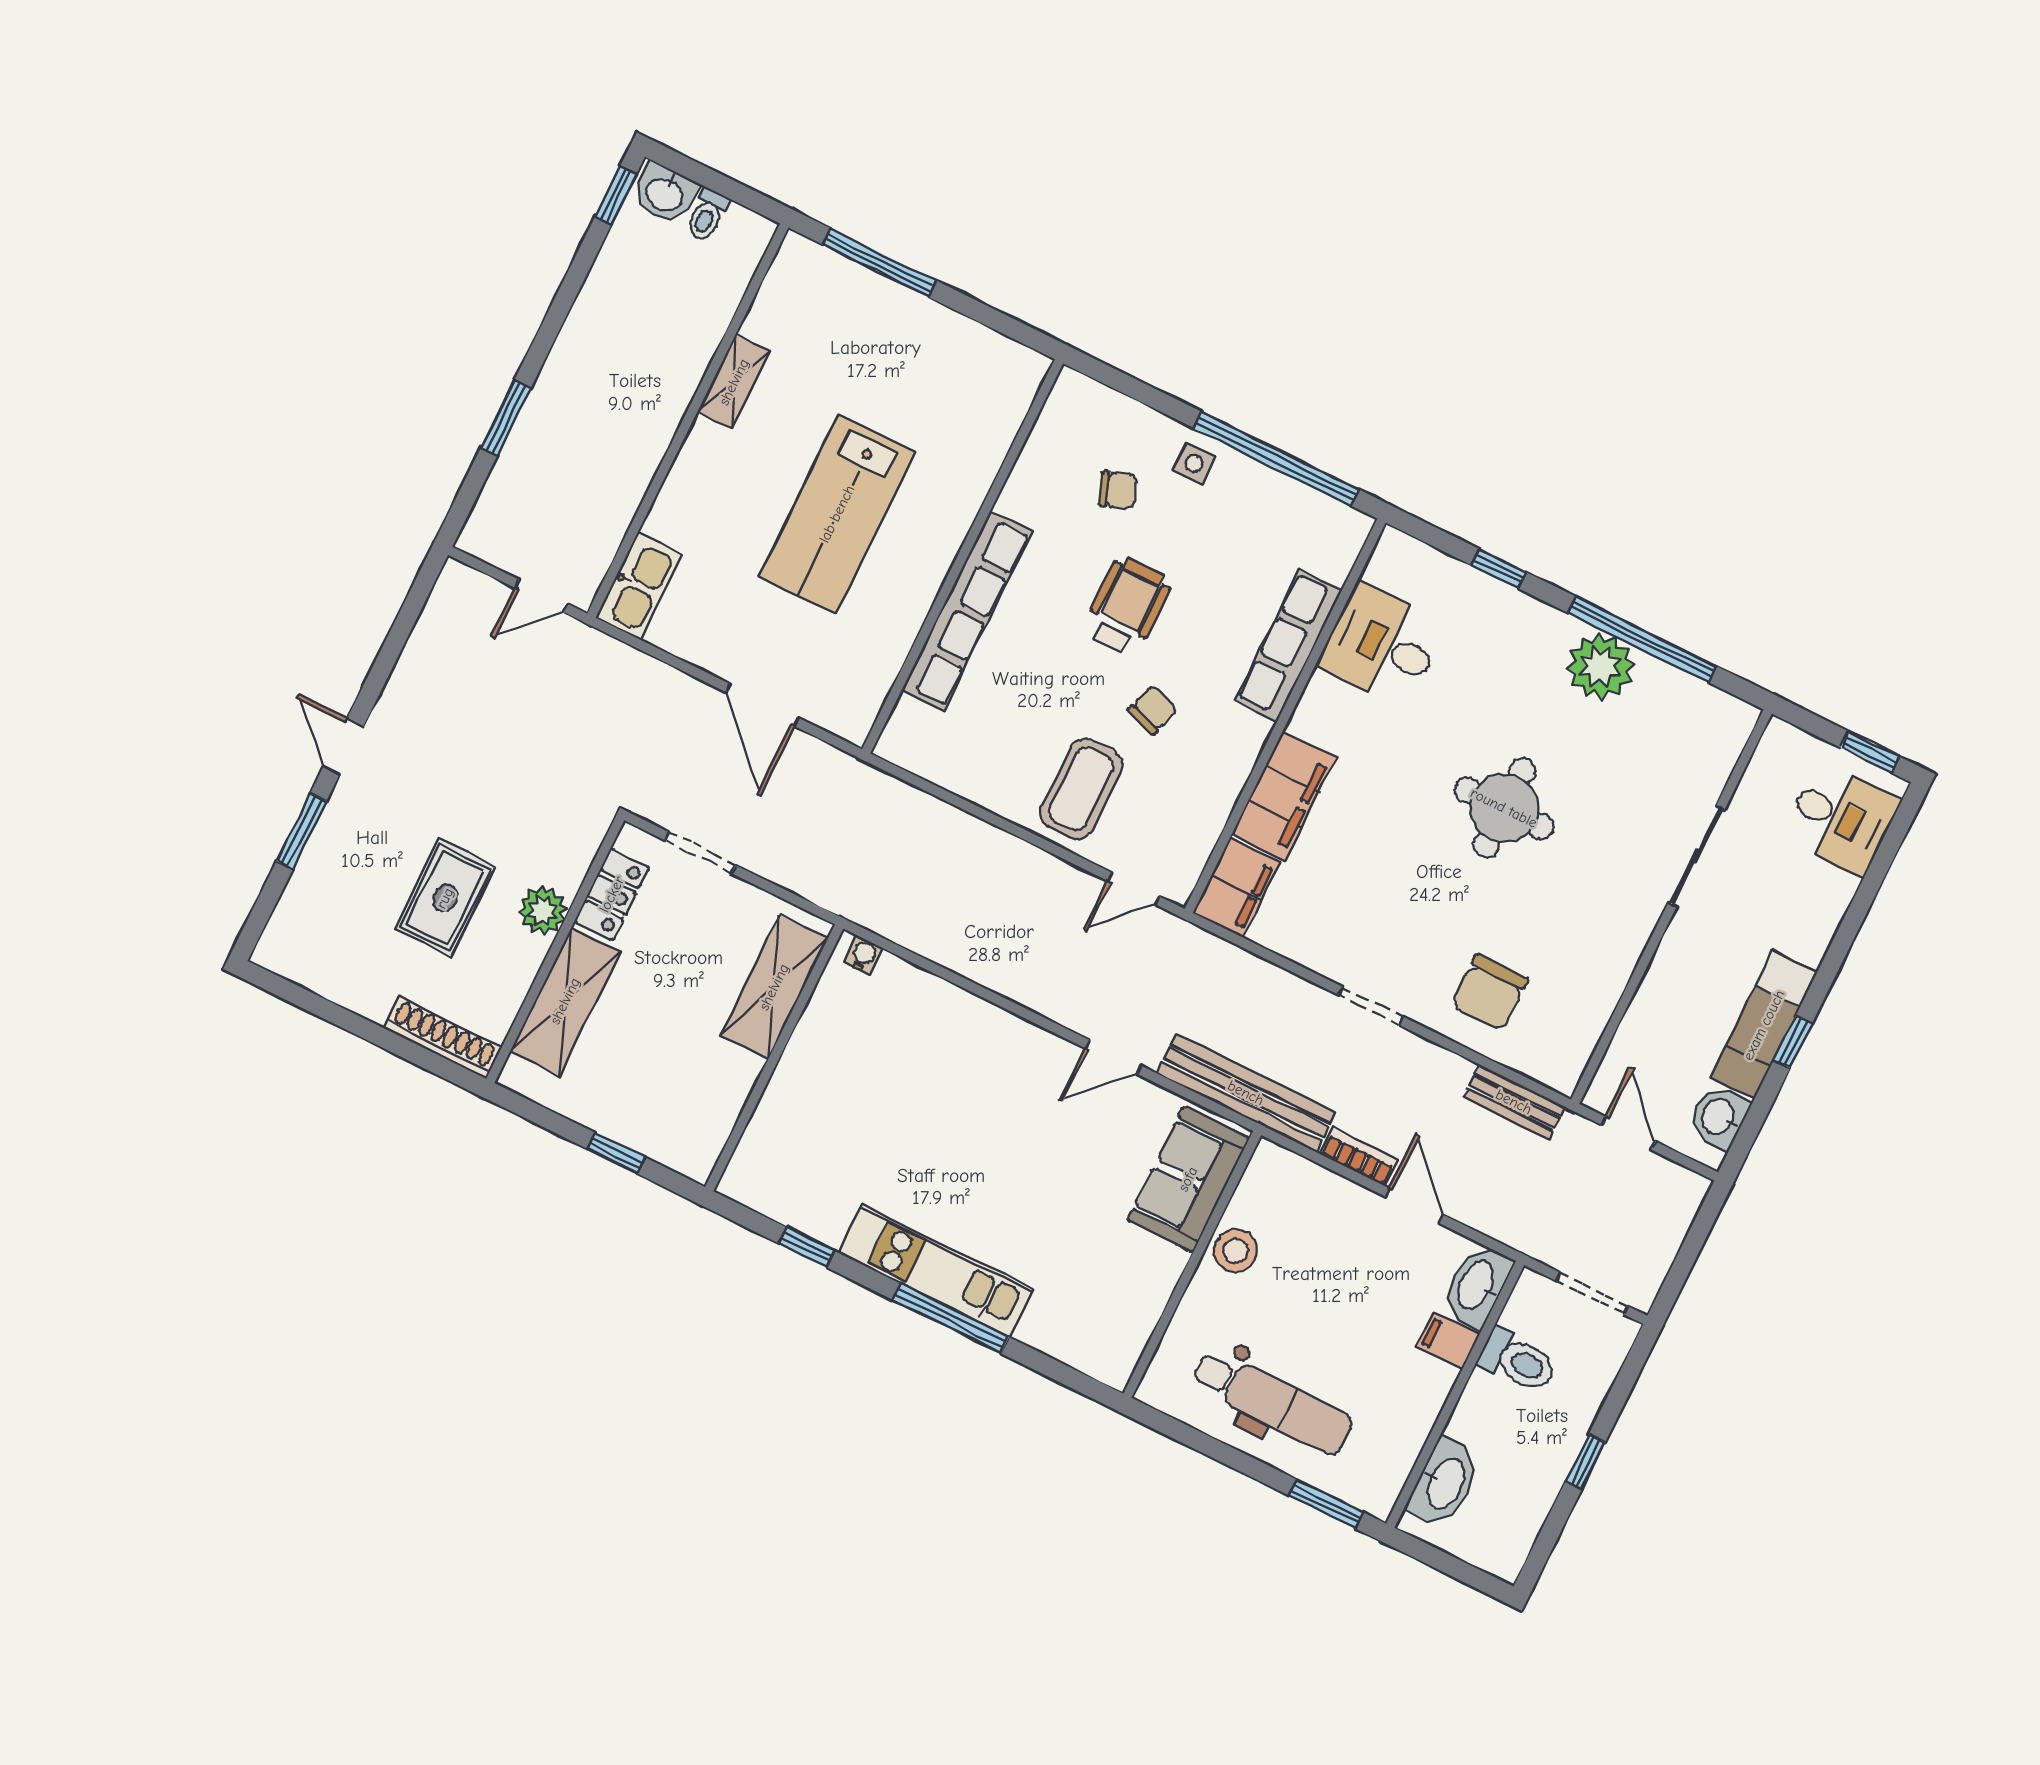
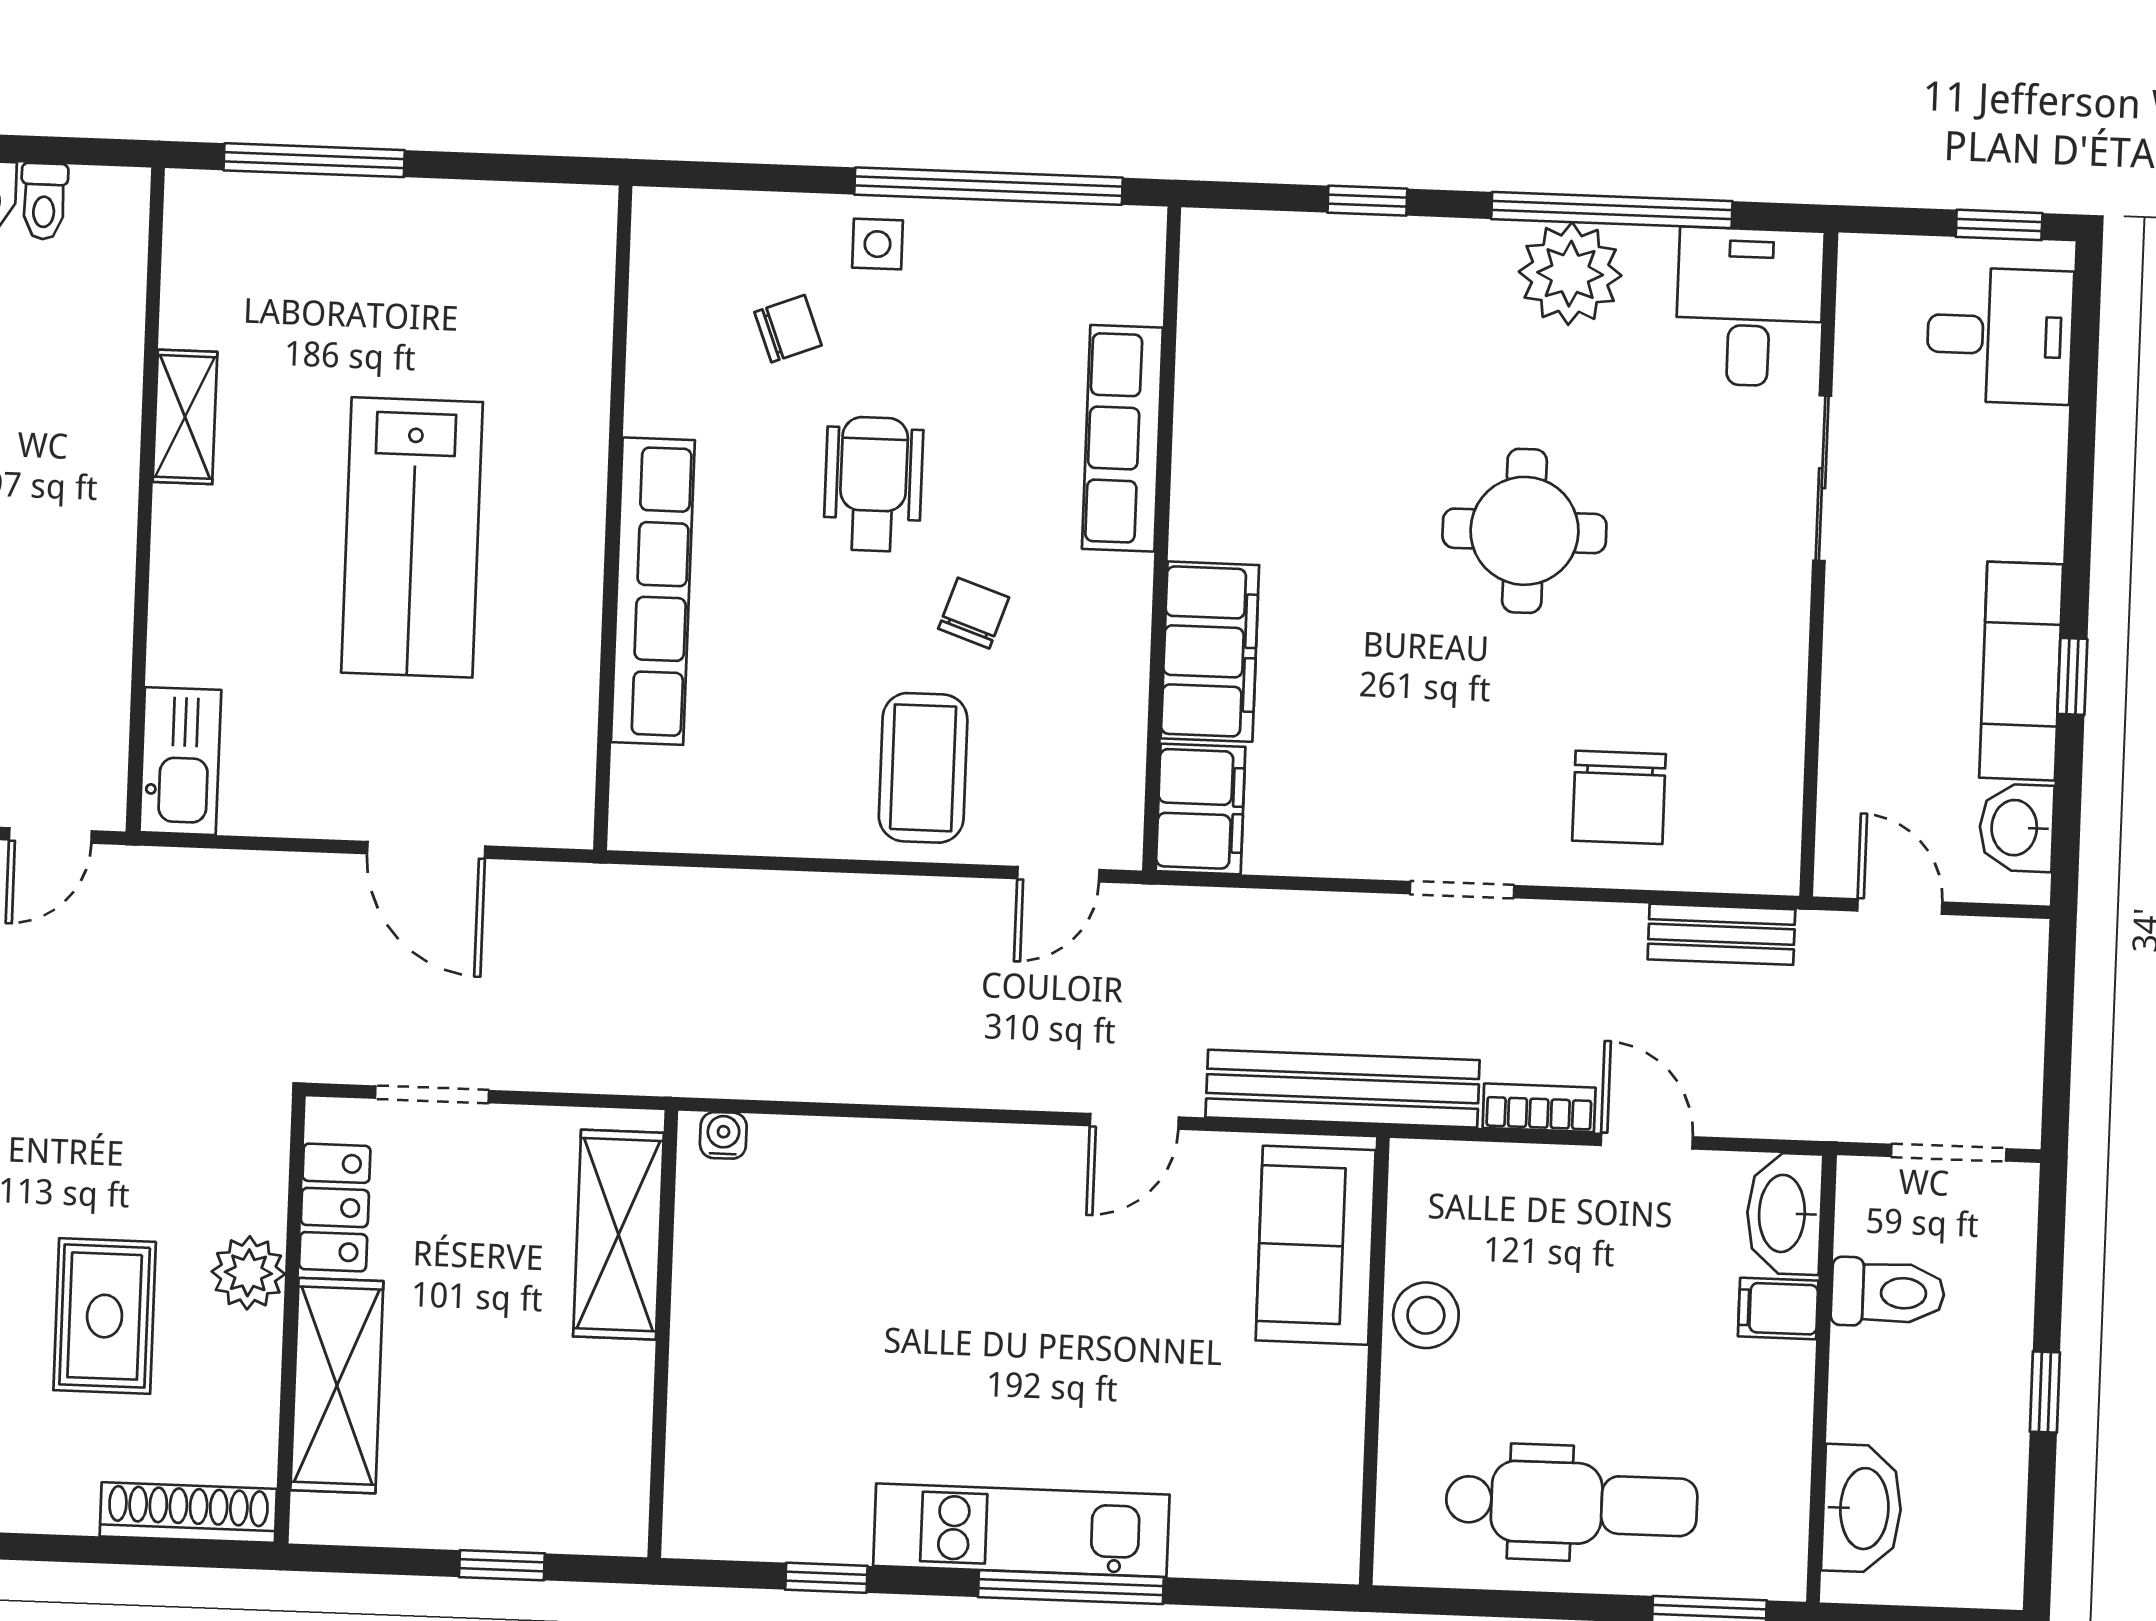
desk: (1382, 645) -> (1749, 307), moved, turned 90

